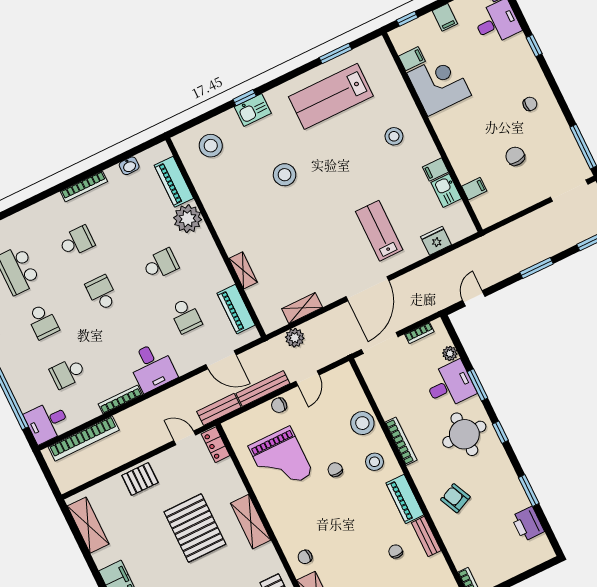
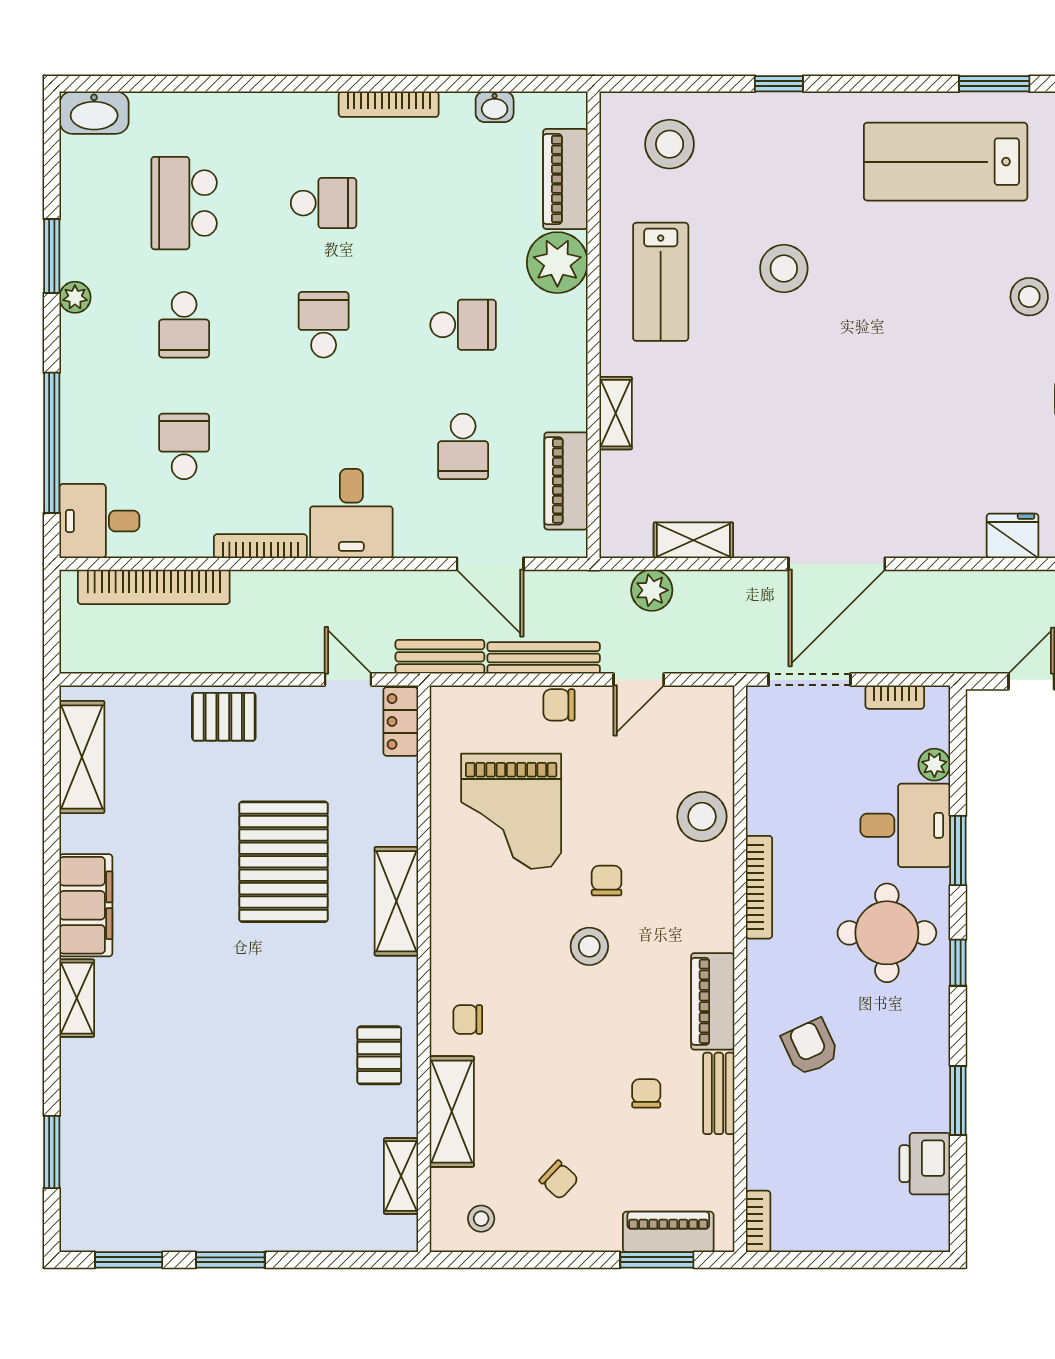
kitchen sink: (253, 110) -> (783, 115), removed
lab bench: (379, 231) -> (661, 282), moved, turned 180
school desk: (68, 373) -> (184, 446), turned 90
stool: (375, 462) -> (589, 946), moved

